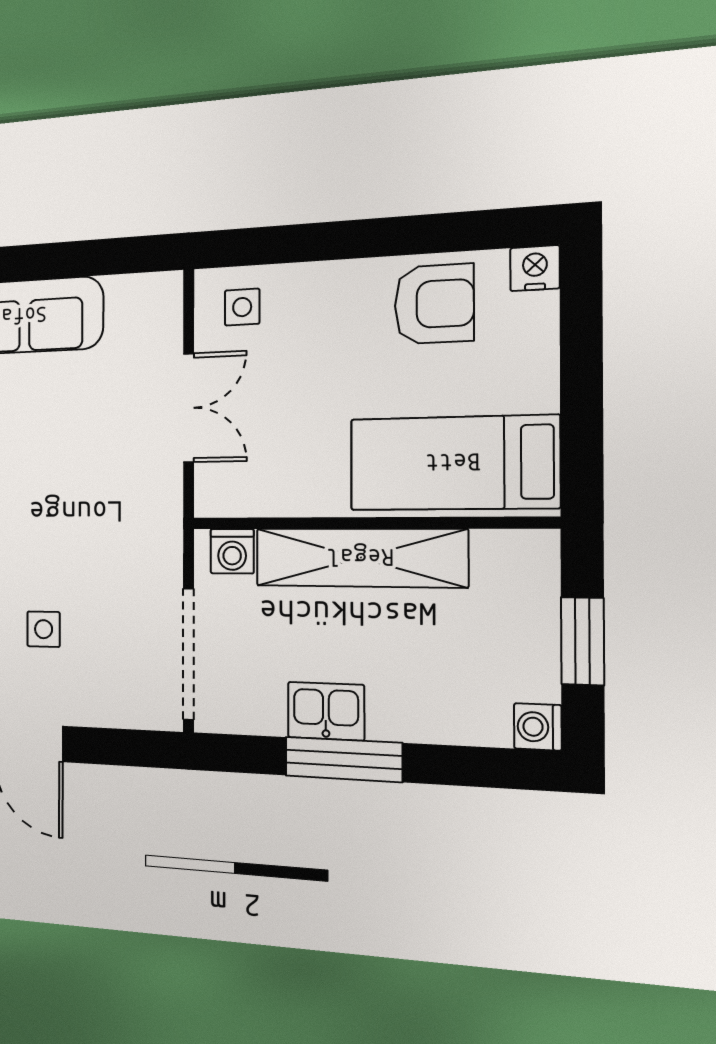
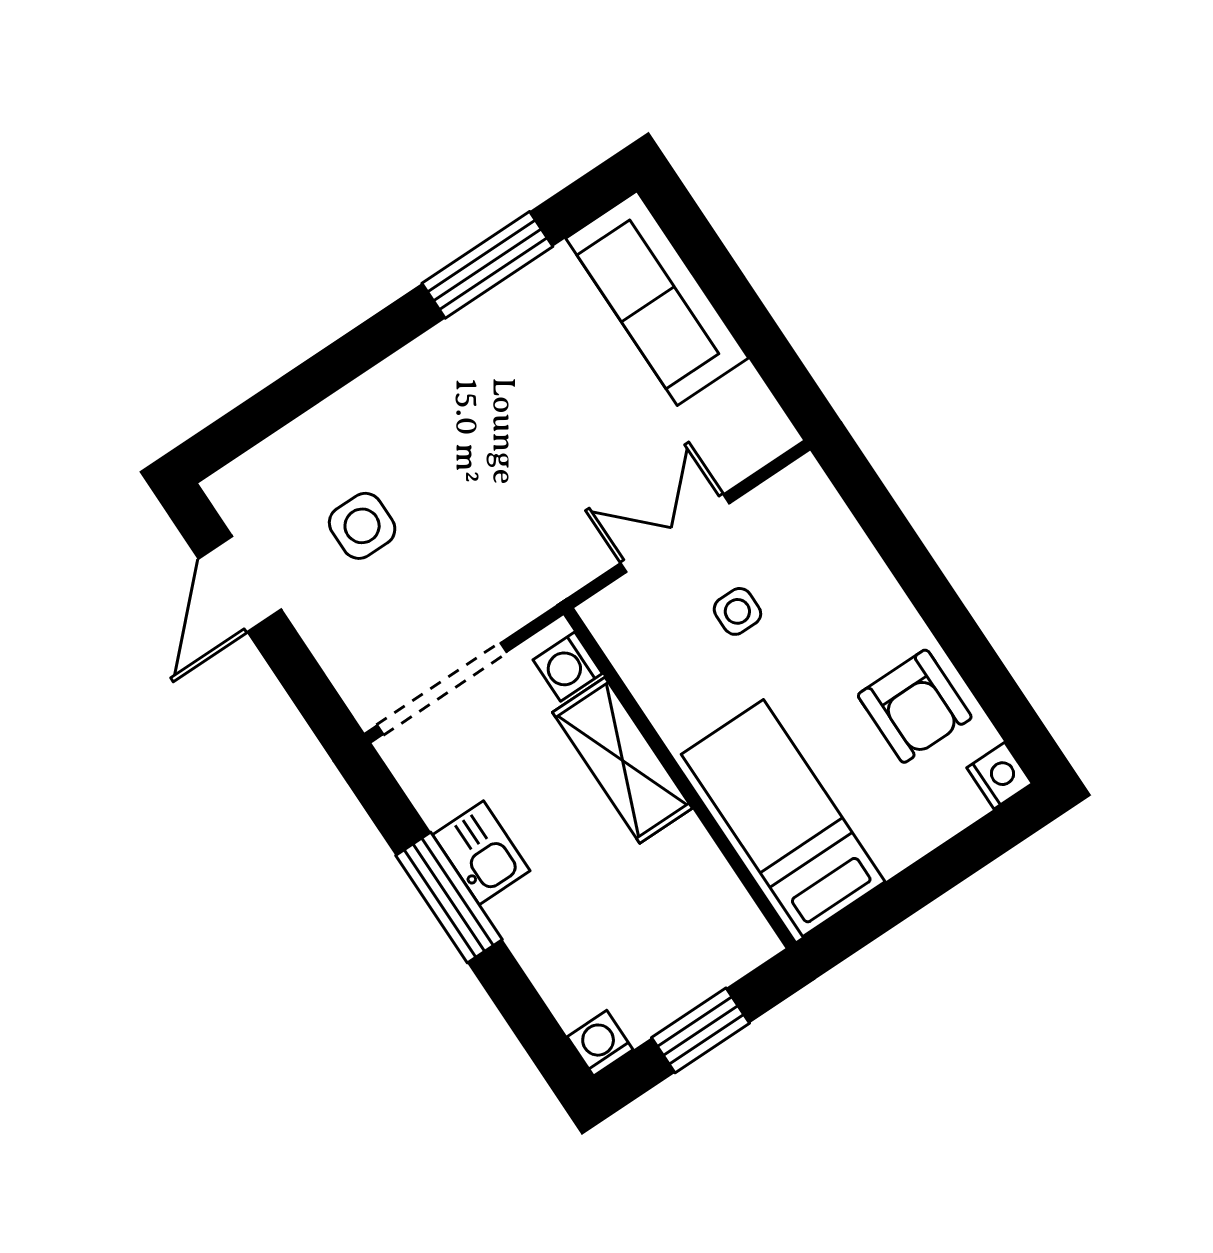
side table: (242, 307) -> (737, 611), moved
double door: (189, 408) -> (675, 533), swing flipped
shelving: (360, 558) -> (622, 760), width x0.68
side table: (44, 629) -> (362, 526), width x1.37, depth x1.37

